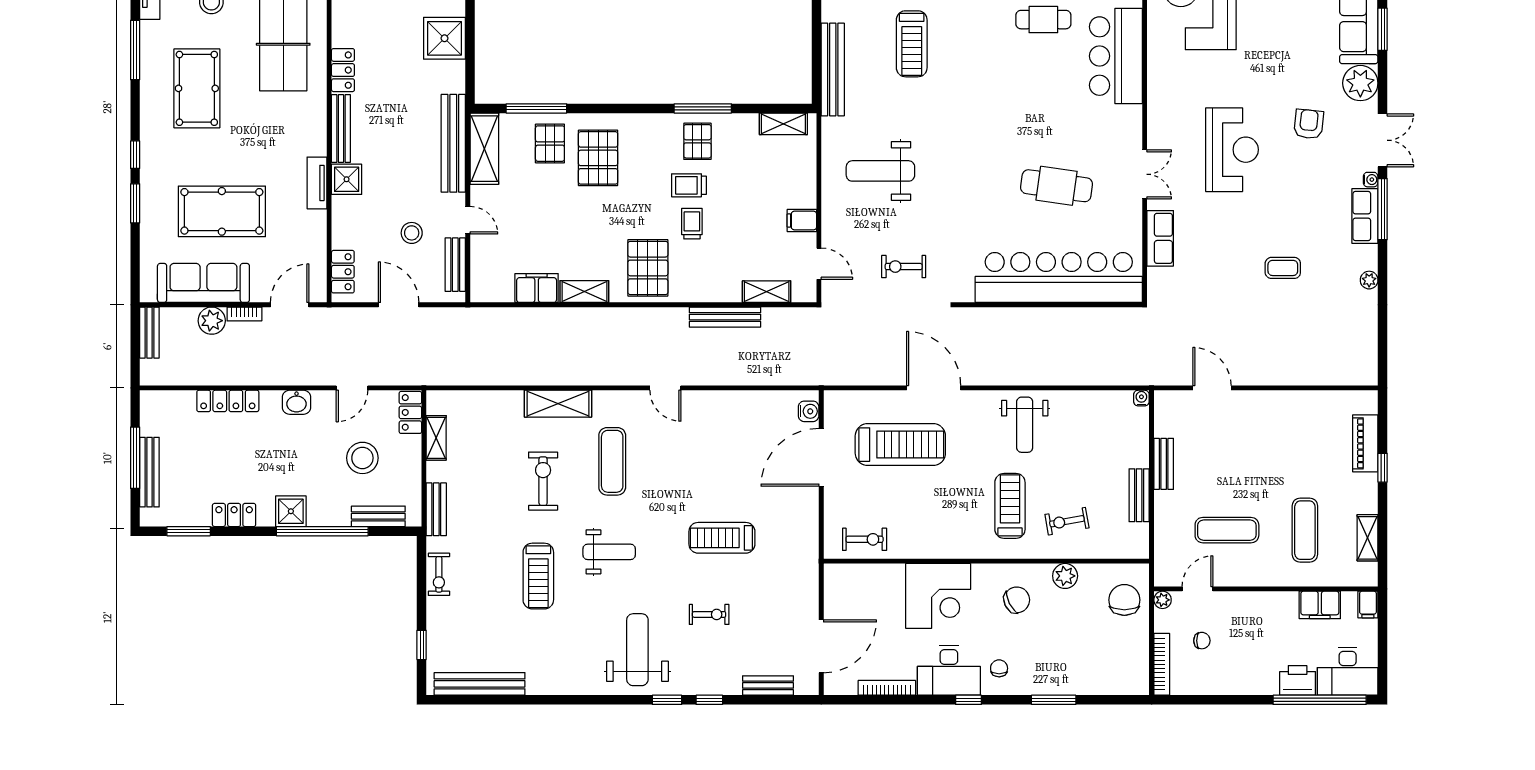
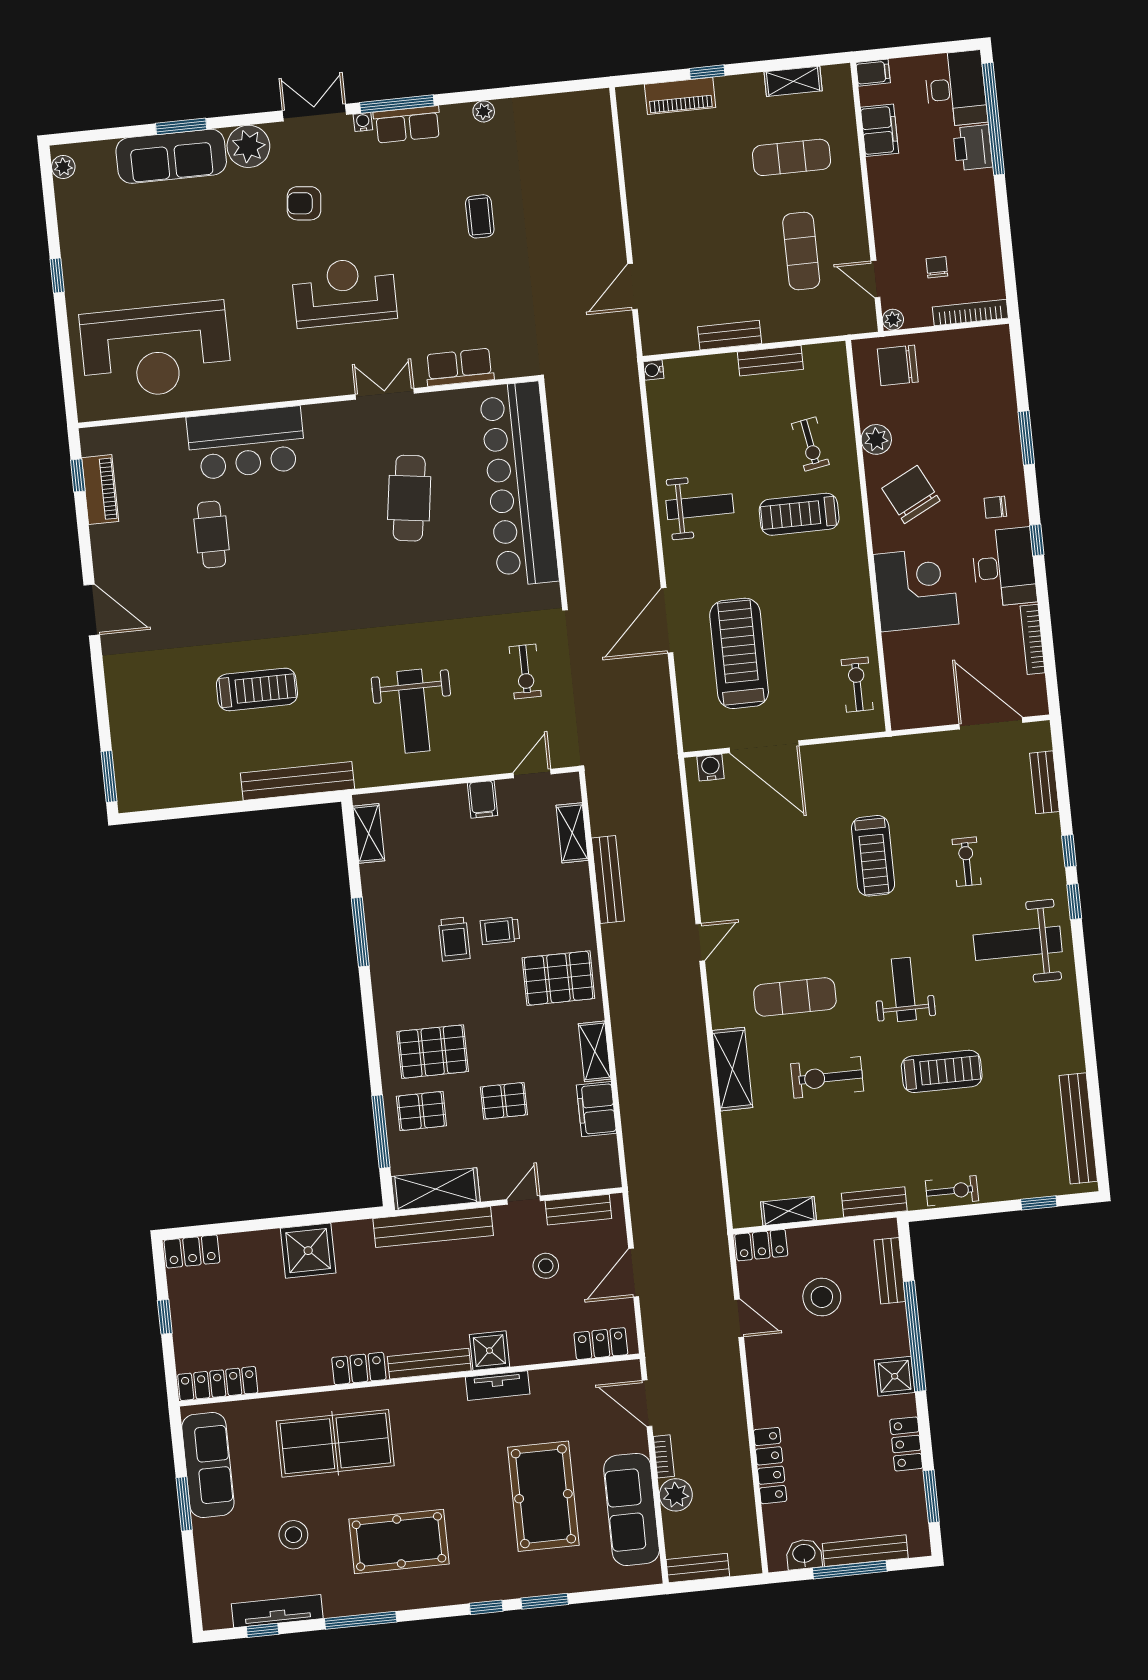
pallet: (697, 141) -> (504, 1101), moved
washbasin: (297, 402) -> (804, 1554), moved, turned -90
chair: (1017, 600) -> (911, 495), width x1.37, depth x1.37

